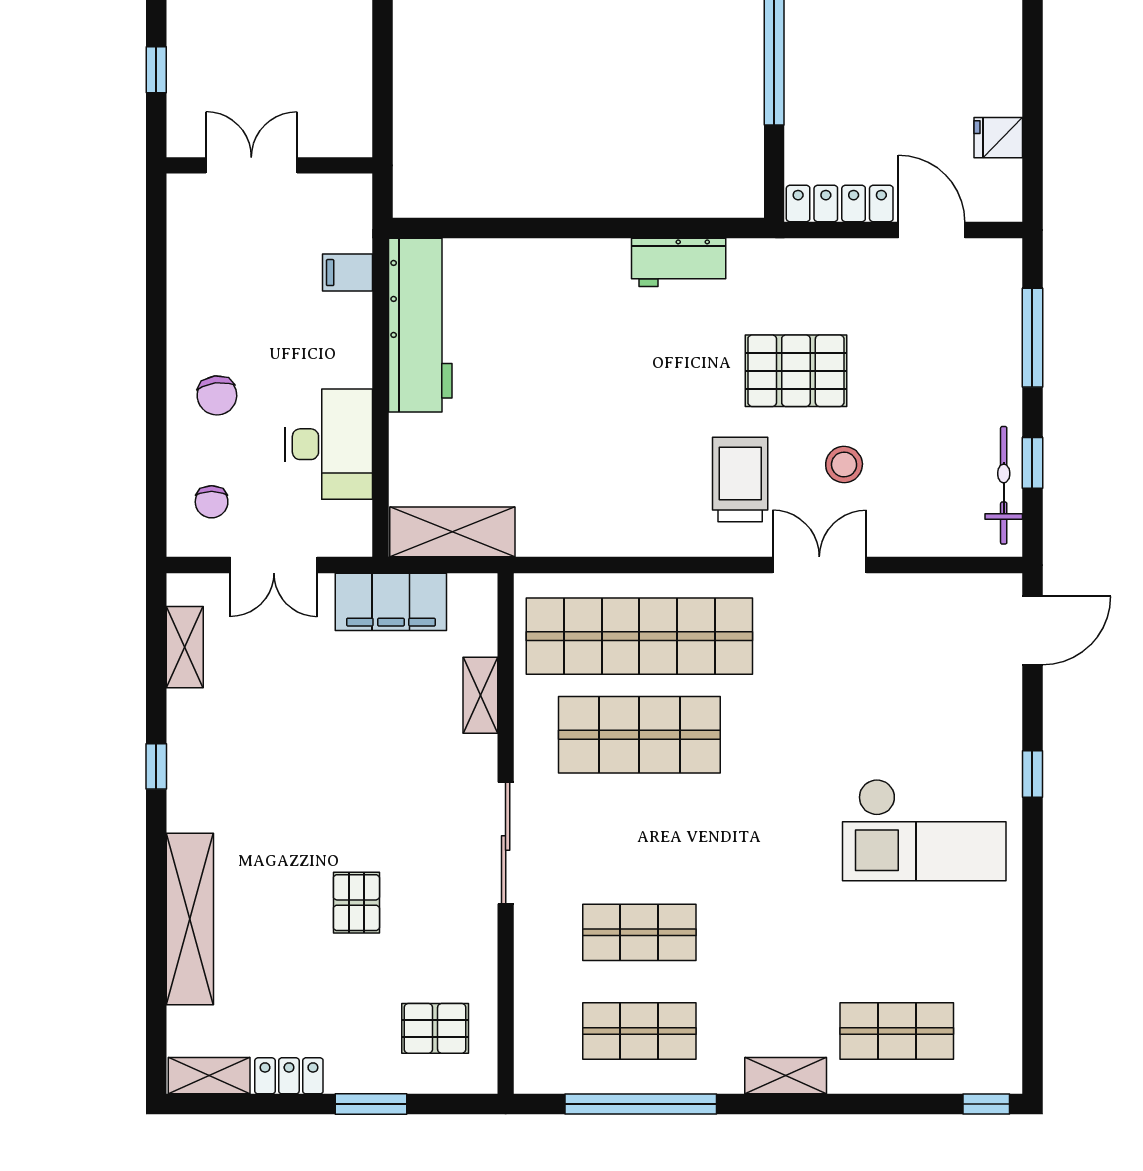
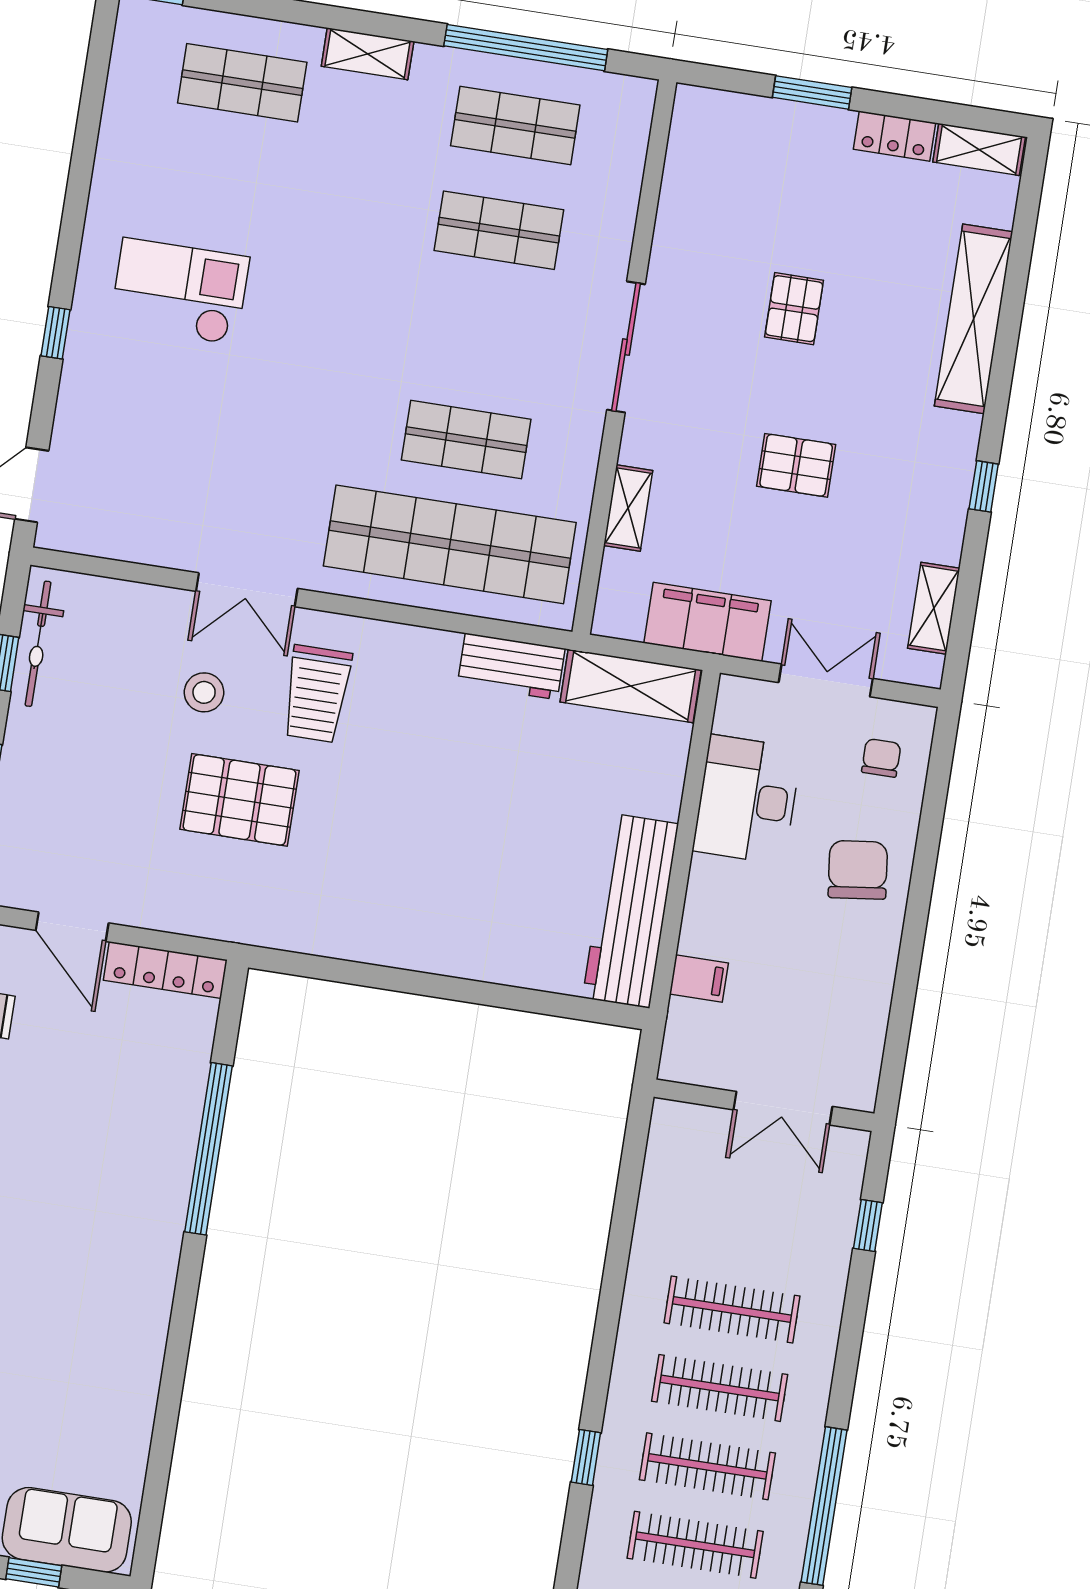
workbench: (679, 262) -> (511, 666), moved, turned 180
chair: (217, 395) -> (858, 870), width x1.37, depth x1.37
shop shelf: (639, 735) -> (466, 440), width x0.70, depth x0.74
checkout: (924, 830) -> (180, 291), width x0.73, depth x0.83
pallet: (435, 1028) -> (796, 465), moved

